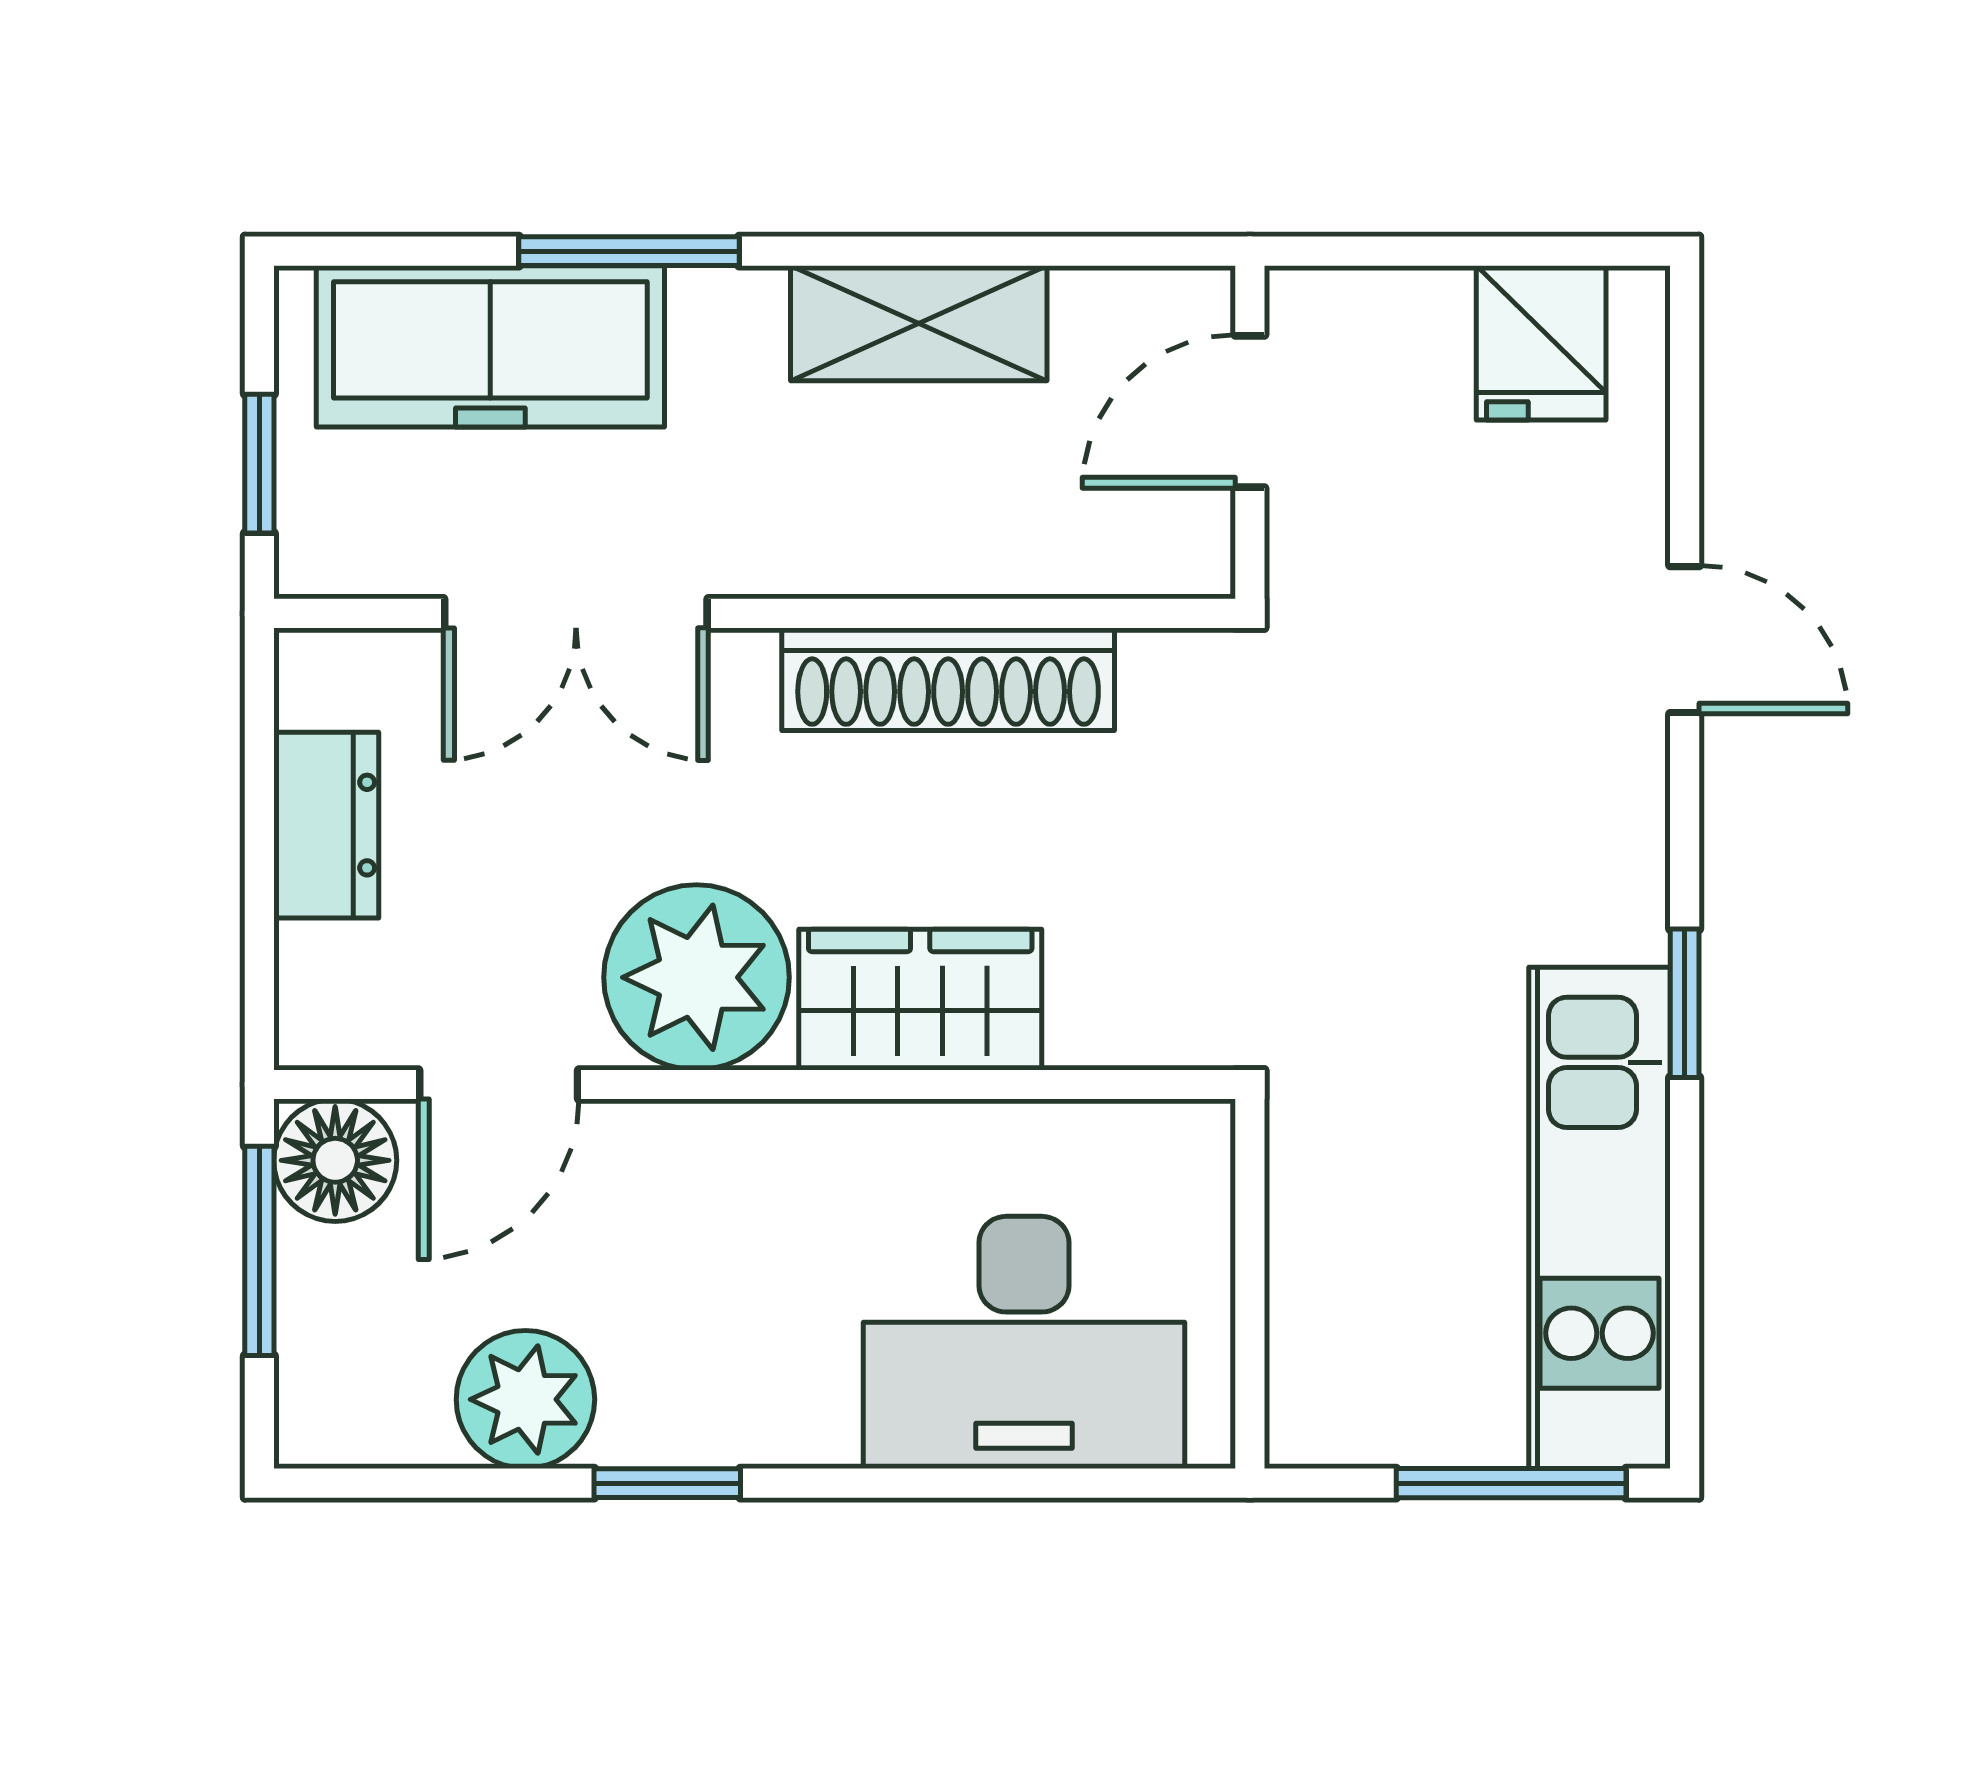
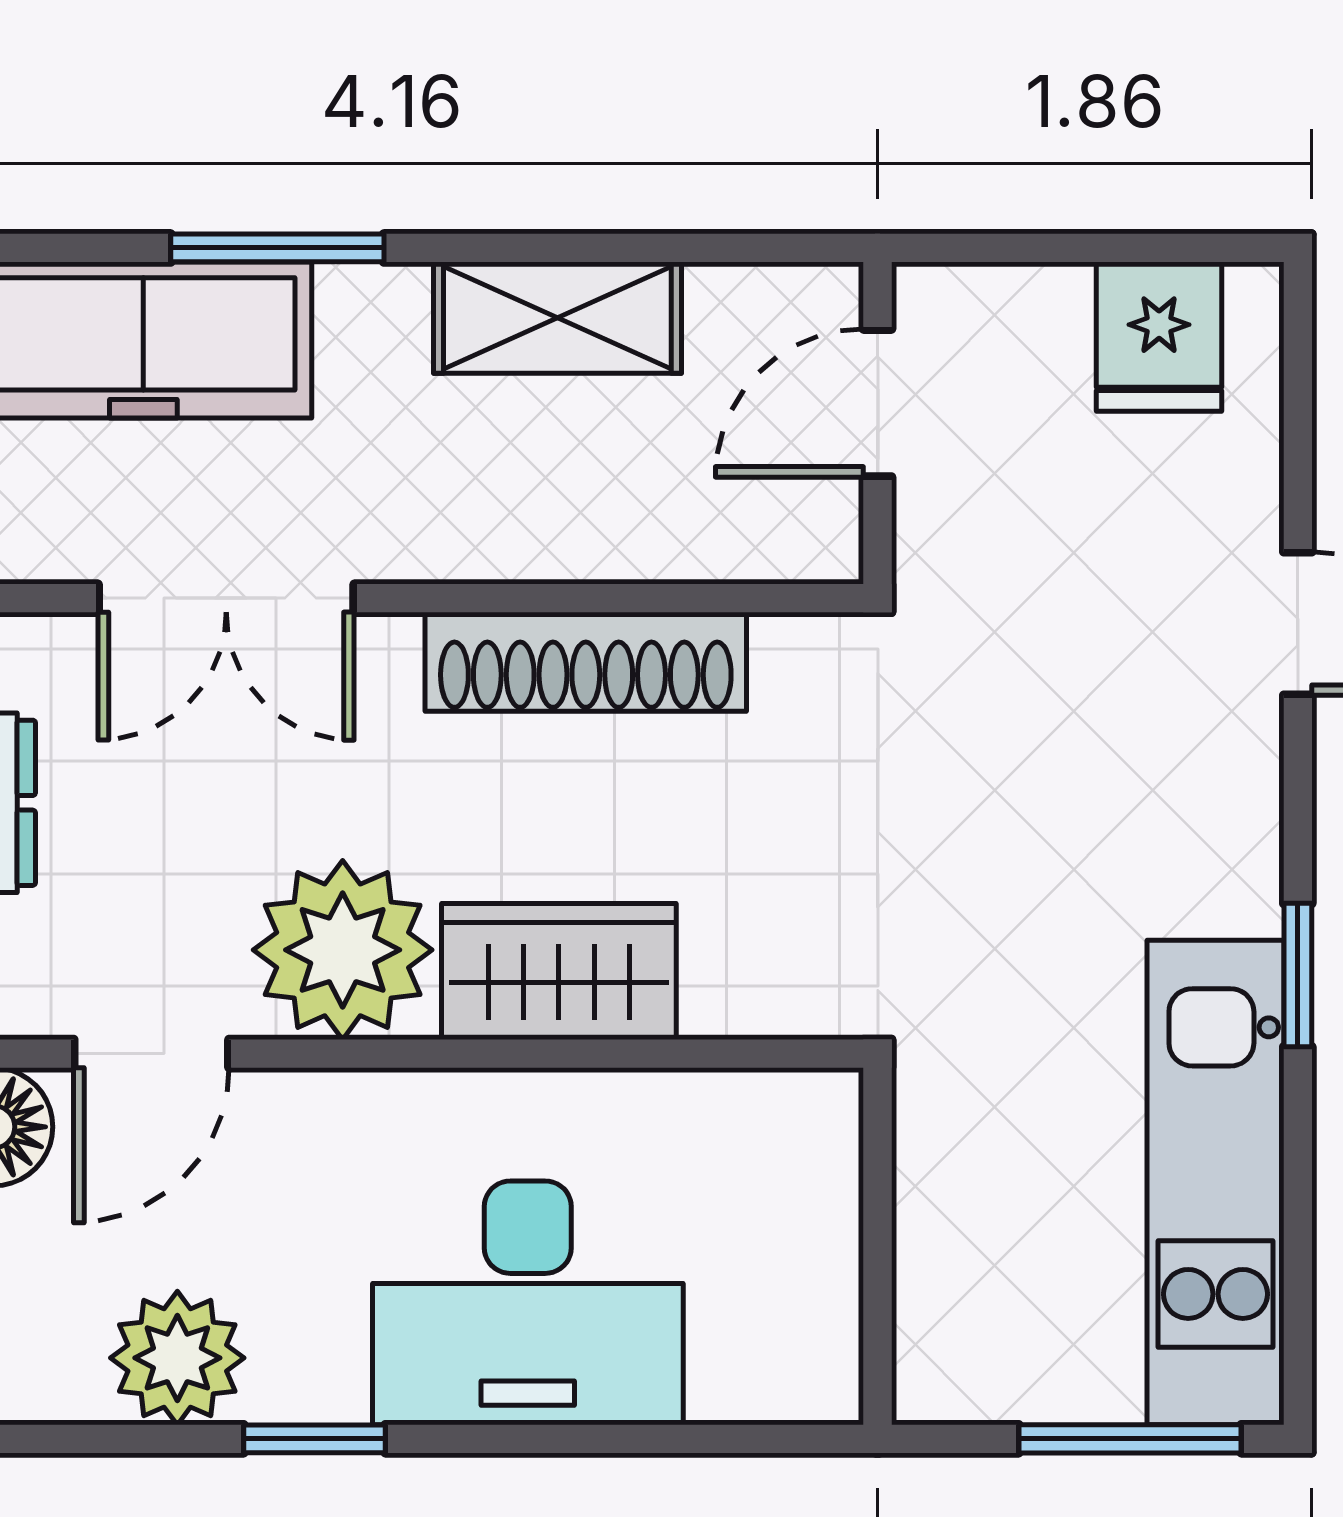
desk: (1024, 1342) -> (528, 1303), moved

